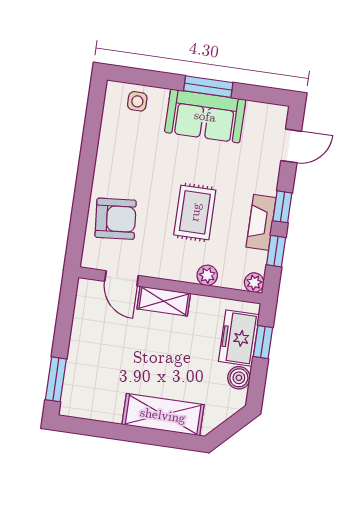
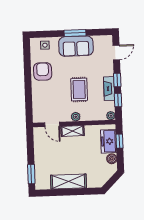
armchair: (116, 219) -> (43, 71), moved, turned -85
plant: (207, 275) -> (76, 117), moved
shelving: (163, 415) -> (69, 182), moved

